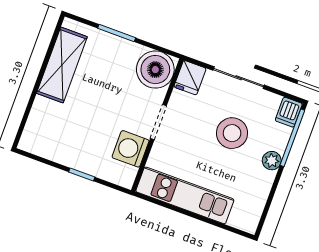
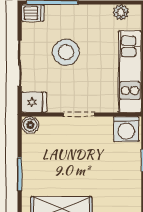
boiler: (155, 70) -> (30, 125), width x0.54, depth x0.54
washing machine: (131, 149) -> (126, 129), moved
plant: (272, 161) -> (121, 12), moved

